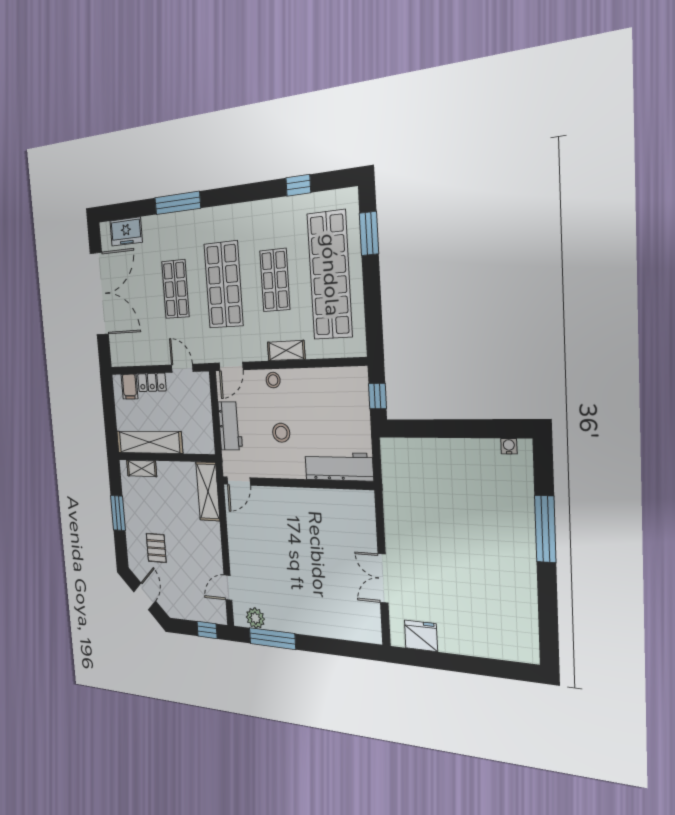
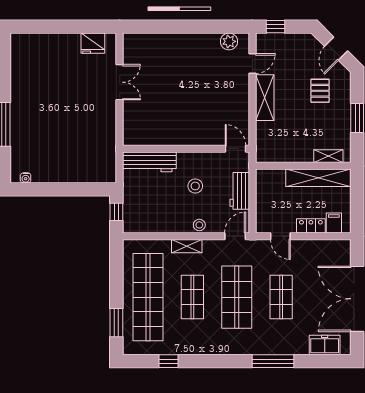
door: (239, 481) -> (236, 149), hinge flipped
shelving: (208, 491) -> (265, 98), moved
window: (272, 639) -> (215, 27), removed

